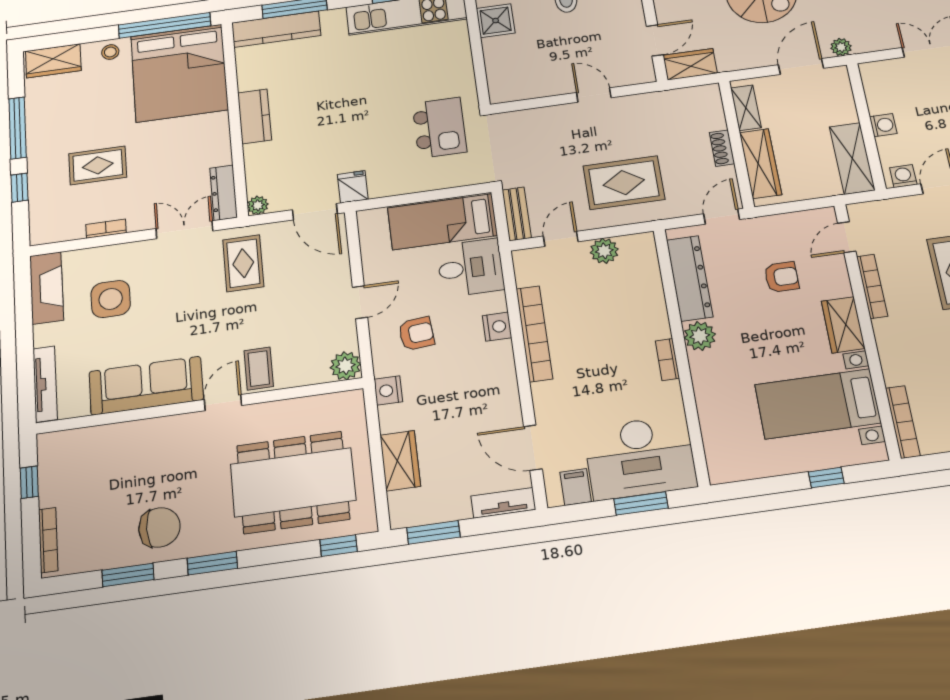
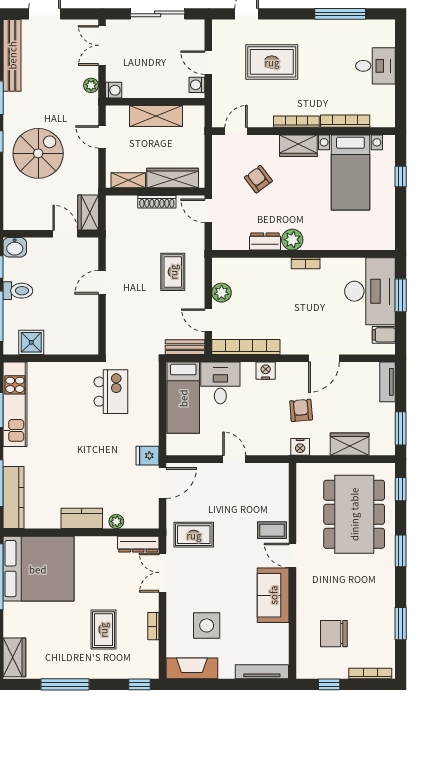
plant: (841, 47) -> (91, 85), moved
stool: (110, 52) -> (14, 617), removed
door: (801, 67) -> (102, 137), width x0.73
washing machine: (883, 125) -> (114, 90), moved, turned 90
kitchen island: (439, 128) -> (111, 392), turned 90
shoe rack: (722, 148) -> (157, 202), width x1.43
shelving: (852, 158) -> (156, 116), moved
rug: (624, 183) -> (173, 272), width x0.73, depth x0.70
window: (20, 188) -> (139, 684), moved
plant: (258, 205) -> (116, 521), moved
door: (847, 237) -> (236, 131), swing flipped
armchair: (782, 277) -> (258, 179), turned -37
dresser: (690, 278) -> (265, 242), width x0.51, depth x0.80
bookcase: (872, 286) -> (296, 122), moved
armchair: (416, 334) -> (301, 410), moved
bookcase: (534, 334) -> (246, 347), moved
plant: (345, 366) -> (279, 473), removed
sofa: (146, 386) -> (273, 595), width x0.73
bookcase: (903, 422) -> (345, 121), moved
door: (533, 448) -> (324, 358), moved
chair: (159, 527) -> (334, 634), moved, turned -90
window: (212, 563) -> (401, 551), moved

